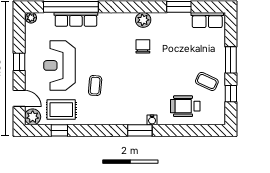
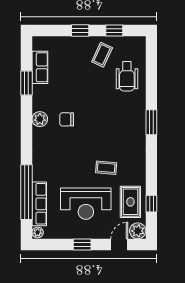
row of seats: (76, 19) -> (39, 204), moved
row of seats: (207, 20) -> (40, 67), moved
window: (231, 60) -> (80, 31), width x0.67
water cooler: (152, 120) -> (141, 110), removed

